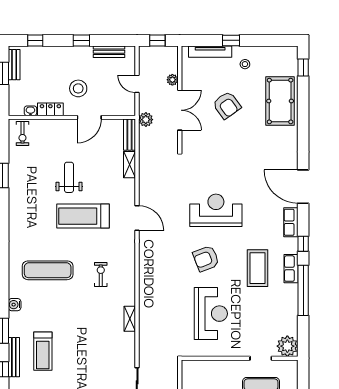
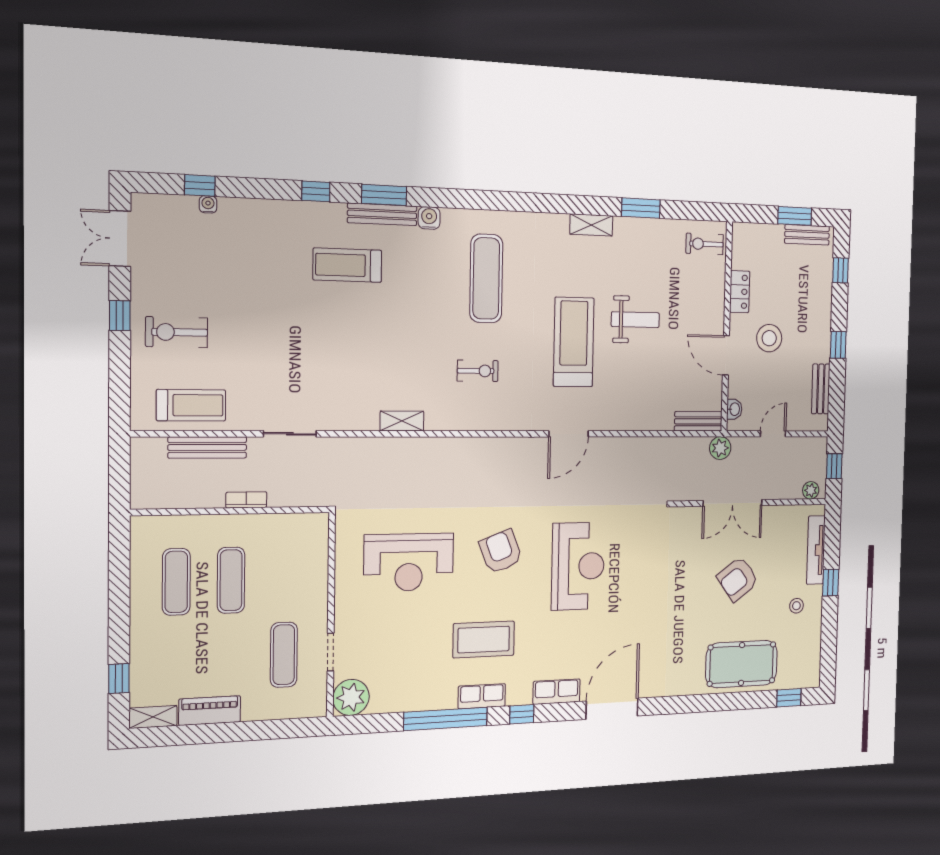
plant: (172, 80) -> (811, 490), moved
washbasin: (30, 111) -> (734, 409), moved
shelving: (130, 165) -> (591, 225), moved
bench: (14, 357) -> (382, 214), moved

